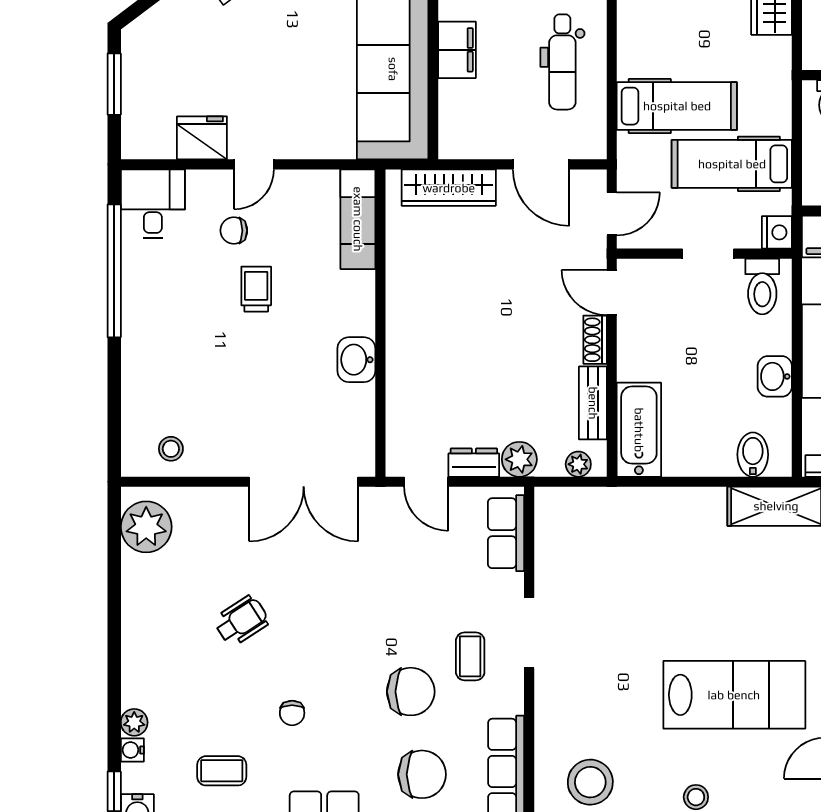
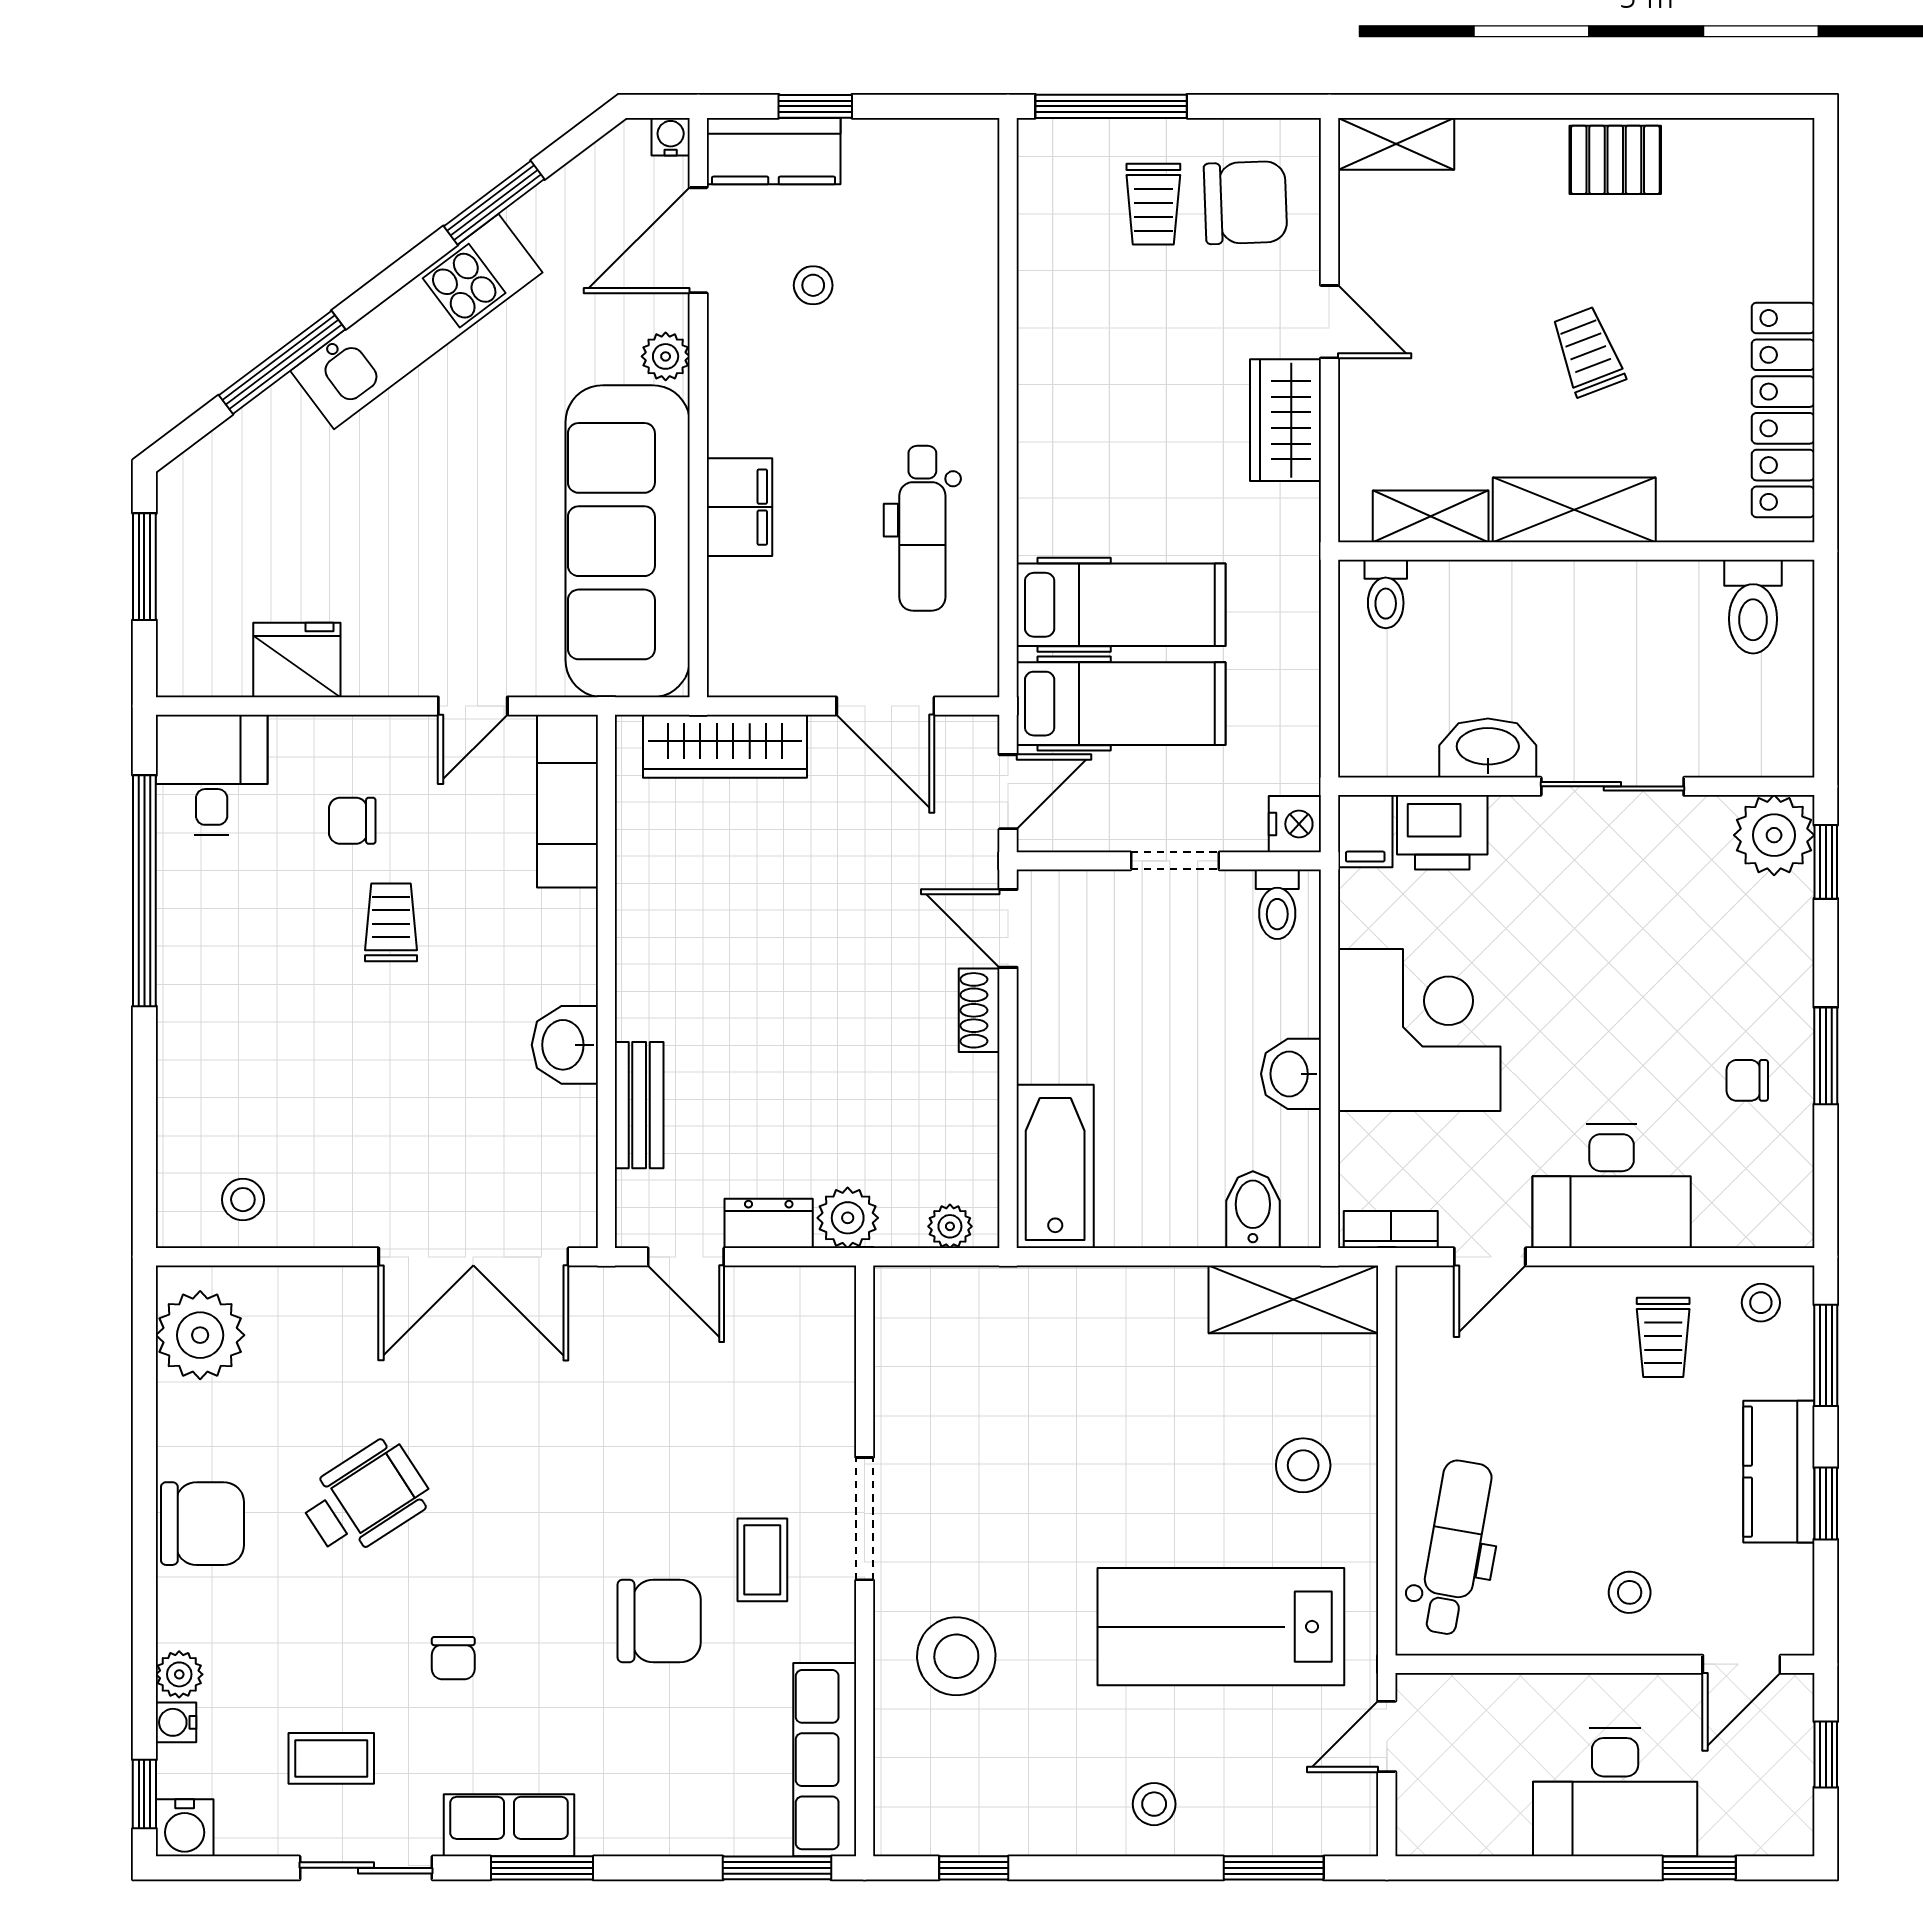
door: (254, 164) -> (473, 706), moved
hospital bed: (732, 164) -> (1121, 704), moved, turned 180
toilet: (762, 286) -> (1277, 904), width x0.73, depth x0.72
bench: (593, 403) -> (639, 1105), moved
row of seats: (506, 533) -> (824, 1346), removed
stool: (782, 602) -> (1303, 1465), added
wheelchair: (241, 621) -> (365, 1498), width x1.36, depth x1.37
lab bench: (734, 695) -> (1221, 1627), turned 180
chair: (422, 774) -> (203, 1524), moved
stool: (590, 782) -> (956, 1656), moved

